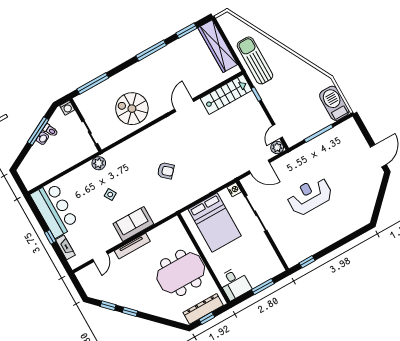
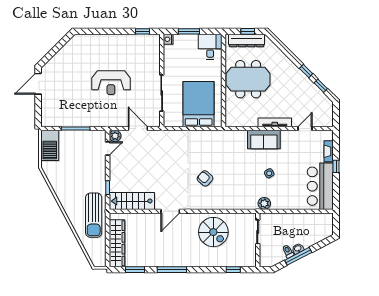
window: (93, 83) -> (233, 270), width x0.46
washing machine: (67, 108) -> (264, 262), removed
armchair: (166, 171) -> (205, 178), moved
nightstand: (234, 189) -> (168, 39), moved

